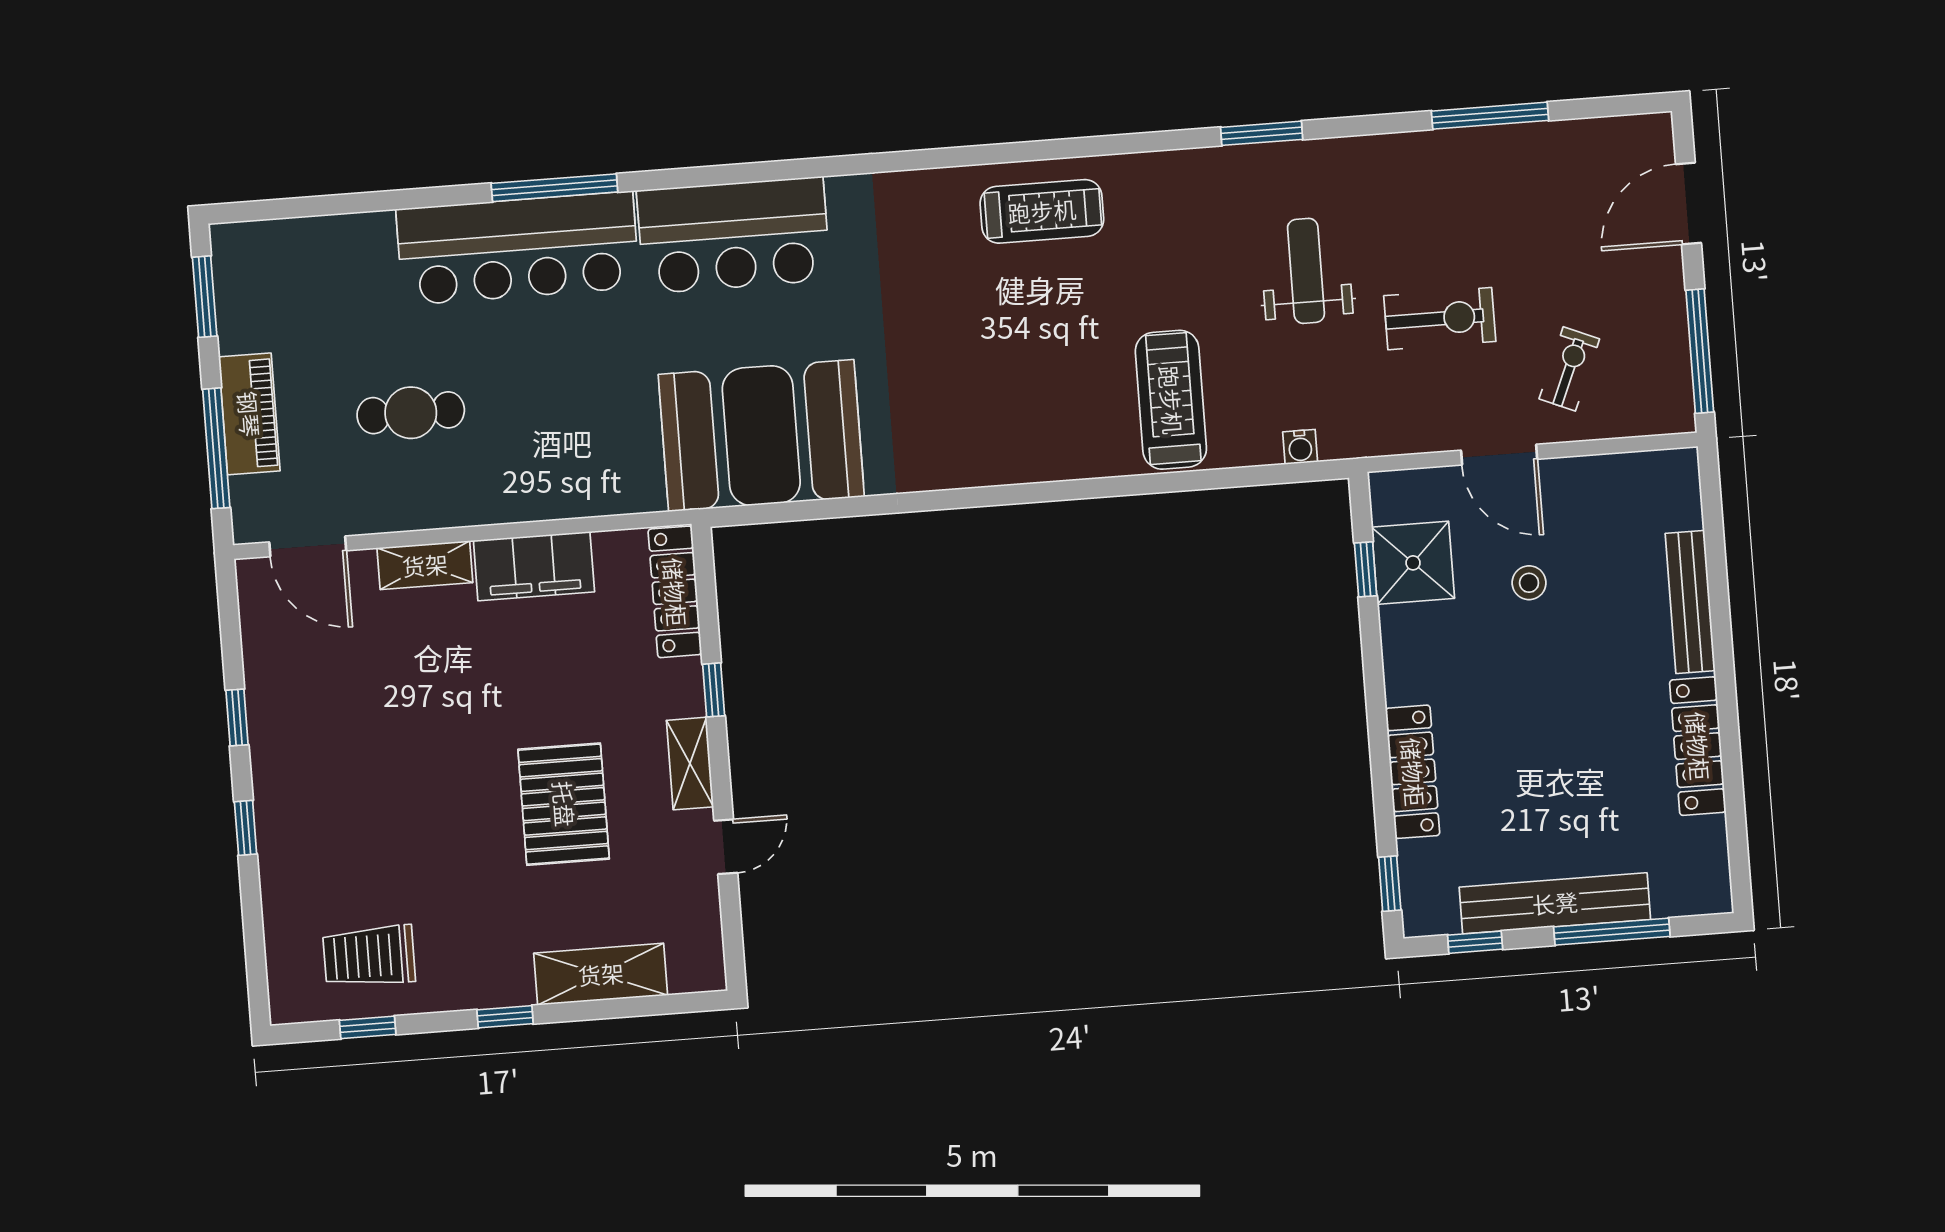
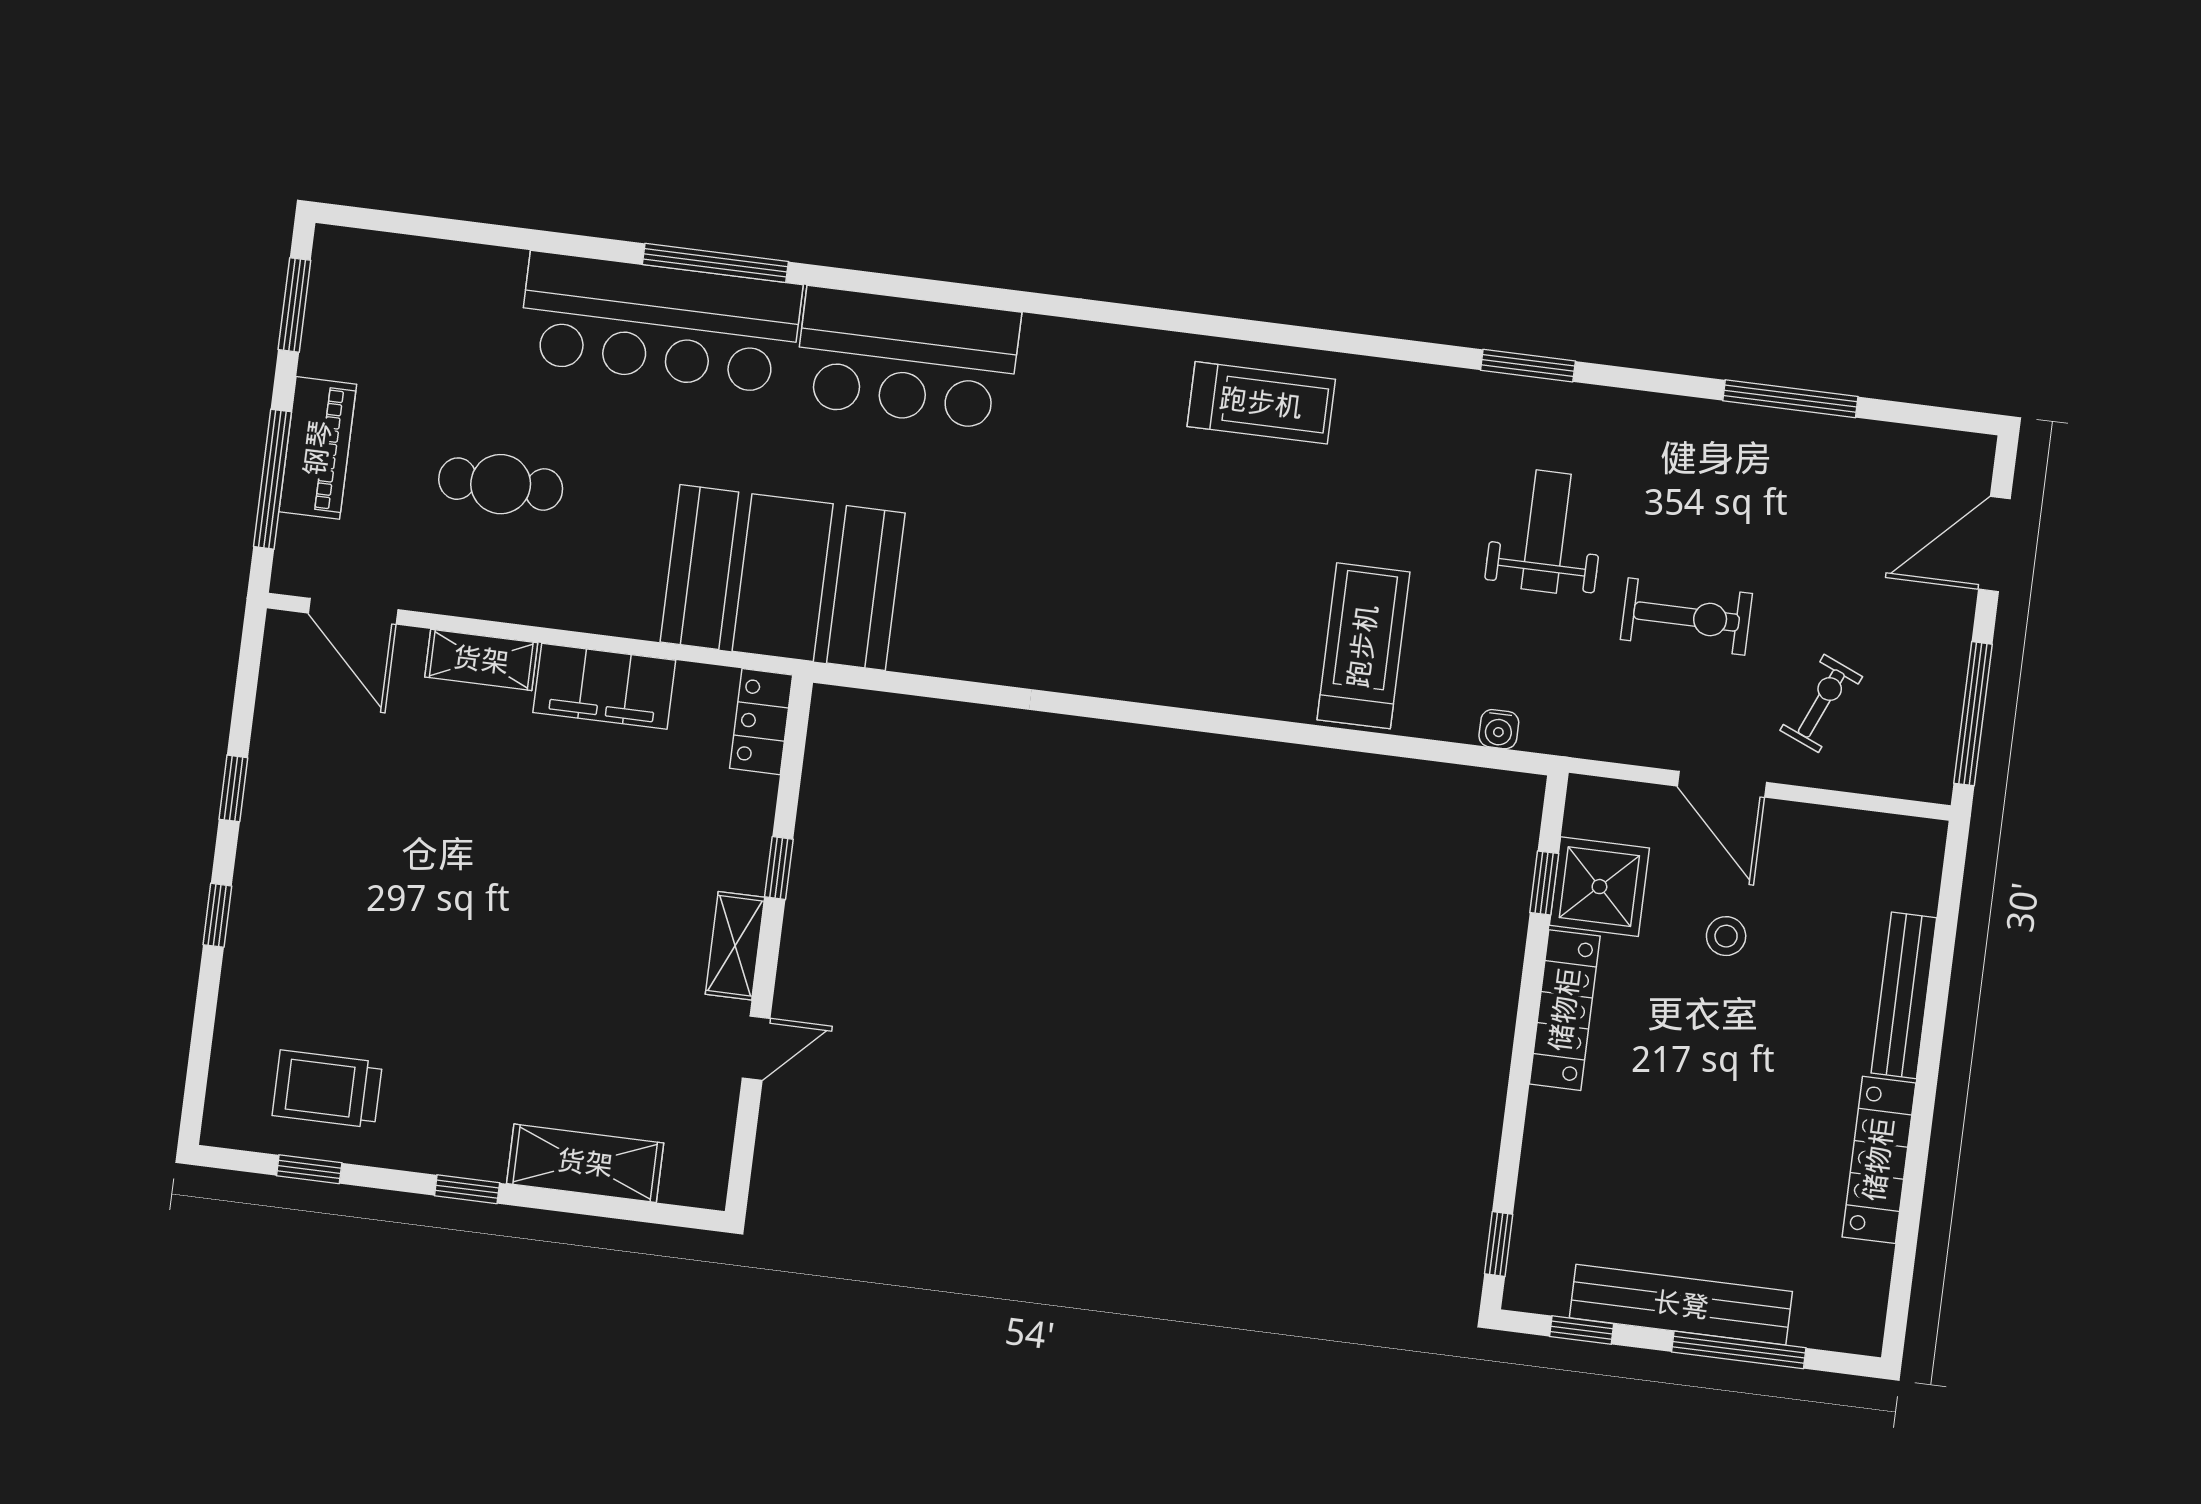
booth: (761, 436) -> (783, 578), moved
locker: (675, 592) -> (761, 722), width x0.66
locker: (1413, 772) -> (1565, 1010), moved
pallet: (564, 804) -> (583, 962), removed

